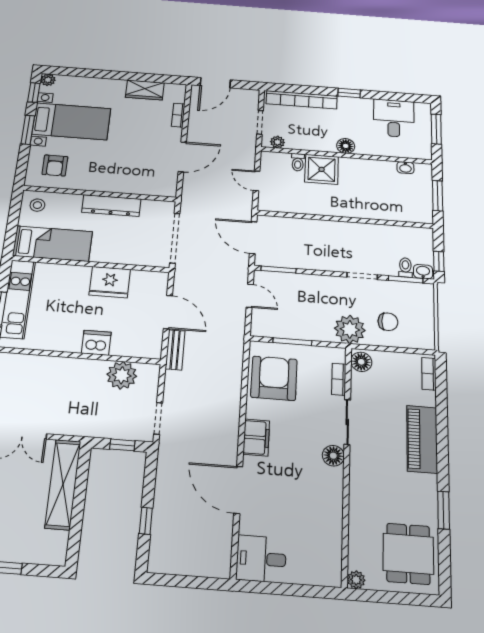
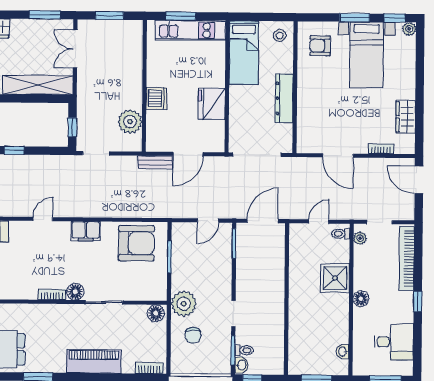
toilet: (298, 162) -> (341, 234), moved
bookcase: (339, 379) -> (52, 294), moved
door: (238, 490) -> (43, 219), width x0.53

